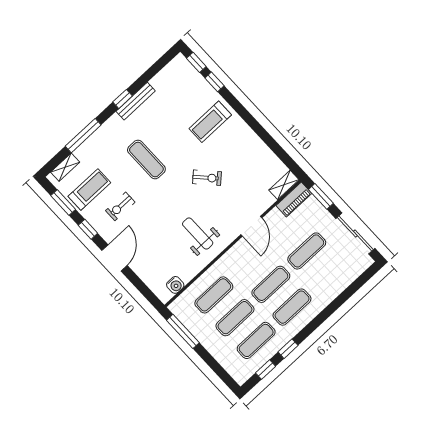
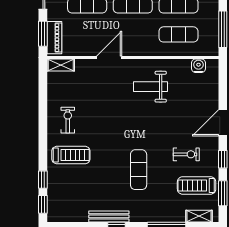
exercise bike: (207, 178) -> (68, 120), moved, turned 43
piano: (294, 199) -> (54, 38), moved, turned 90
weight bench: (198, 233) -> (150, 87), turned 90

